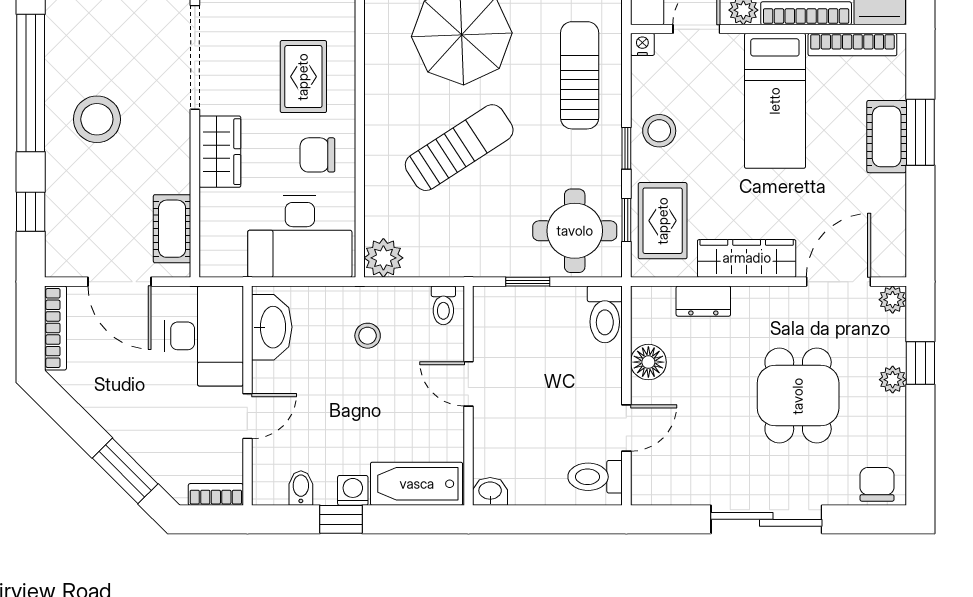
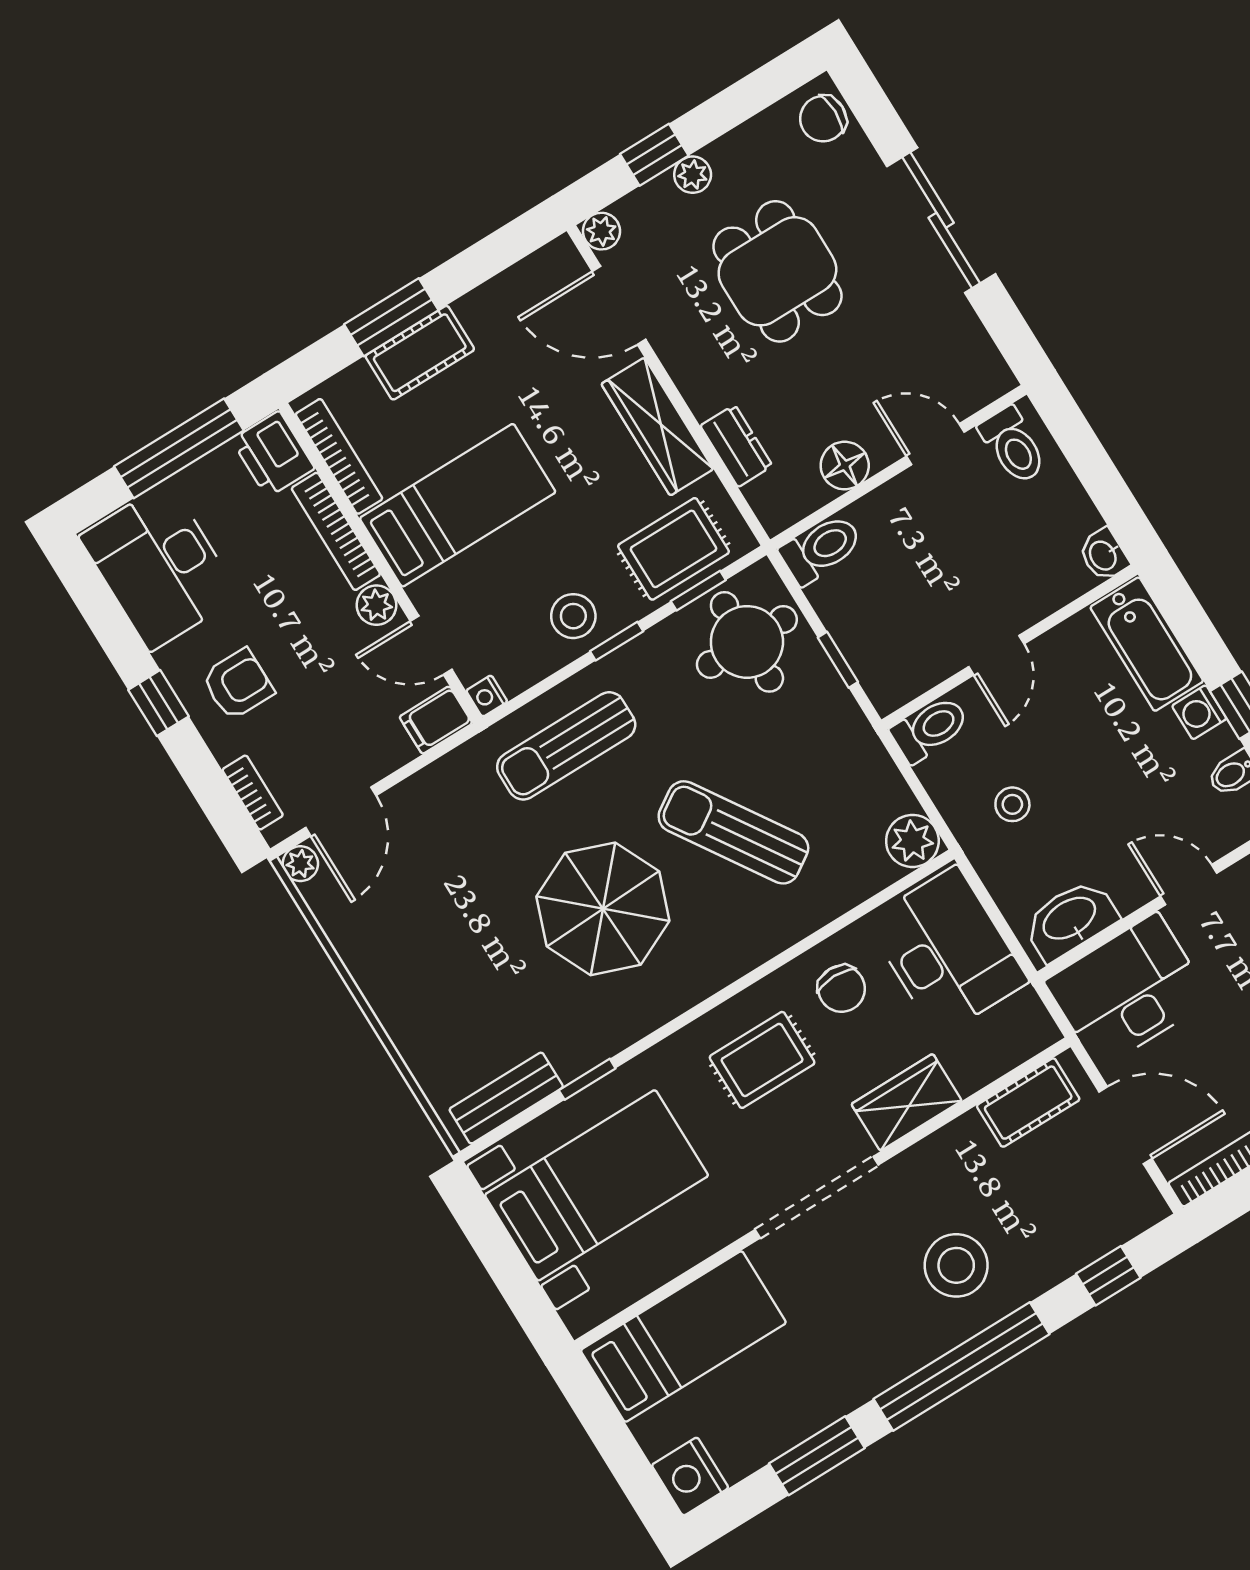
door: (119, 282) -> (1125, 1125), hinge flipped
toilet: (443, 305) -> (930, 729), width x1.37, depth x1.39
dining table: (798, 396) -> (777, 271), turned 90

